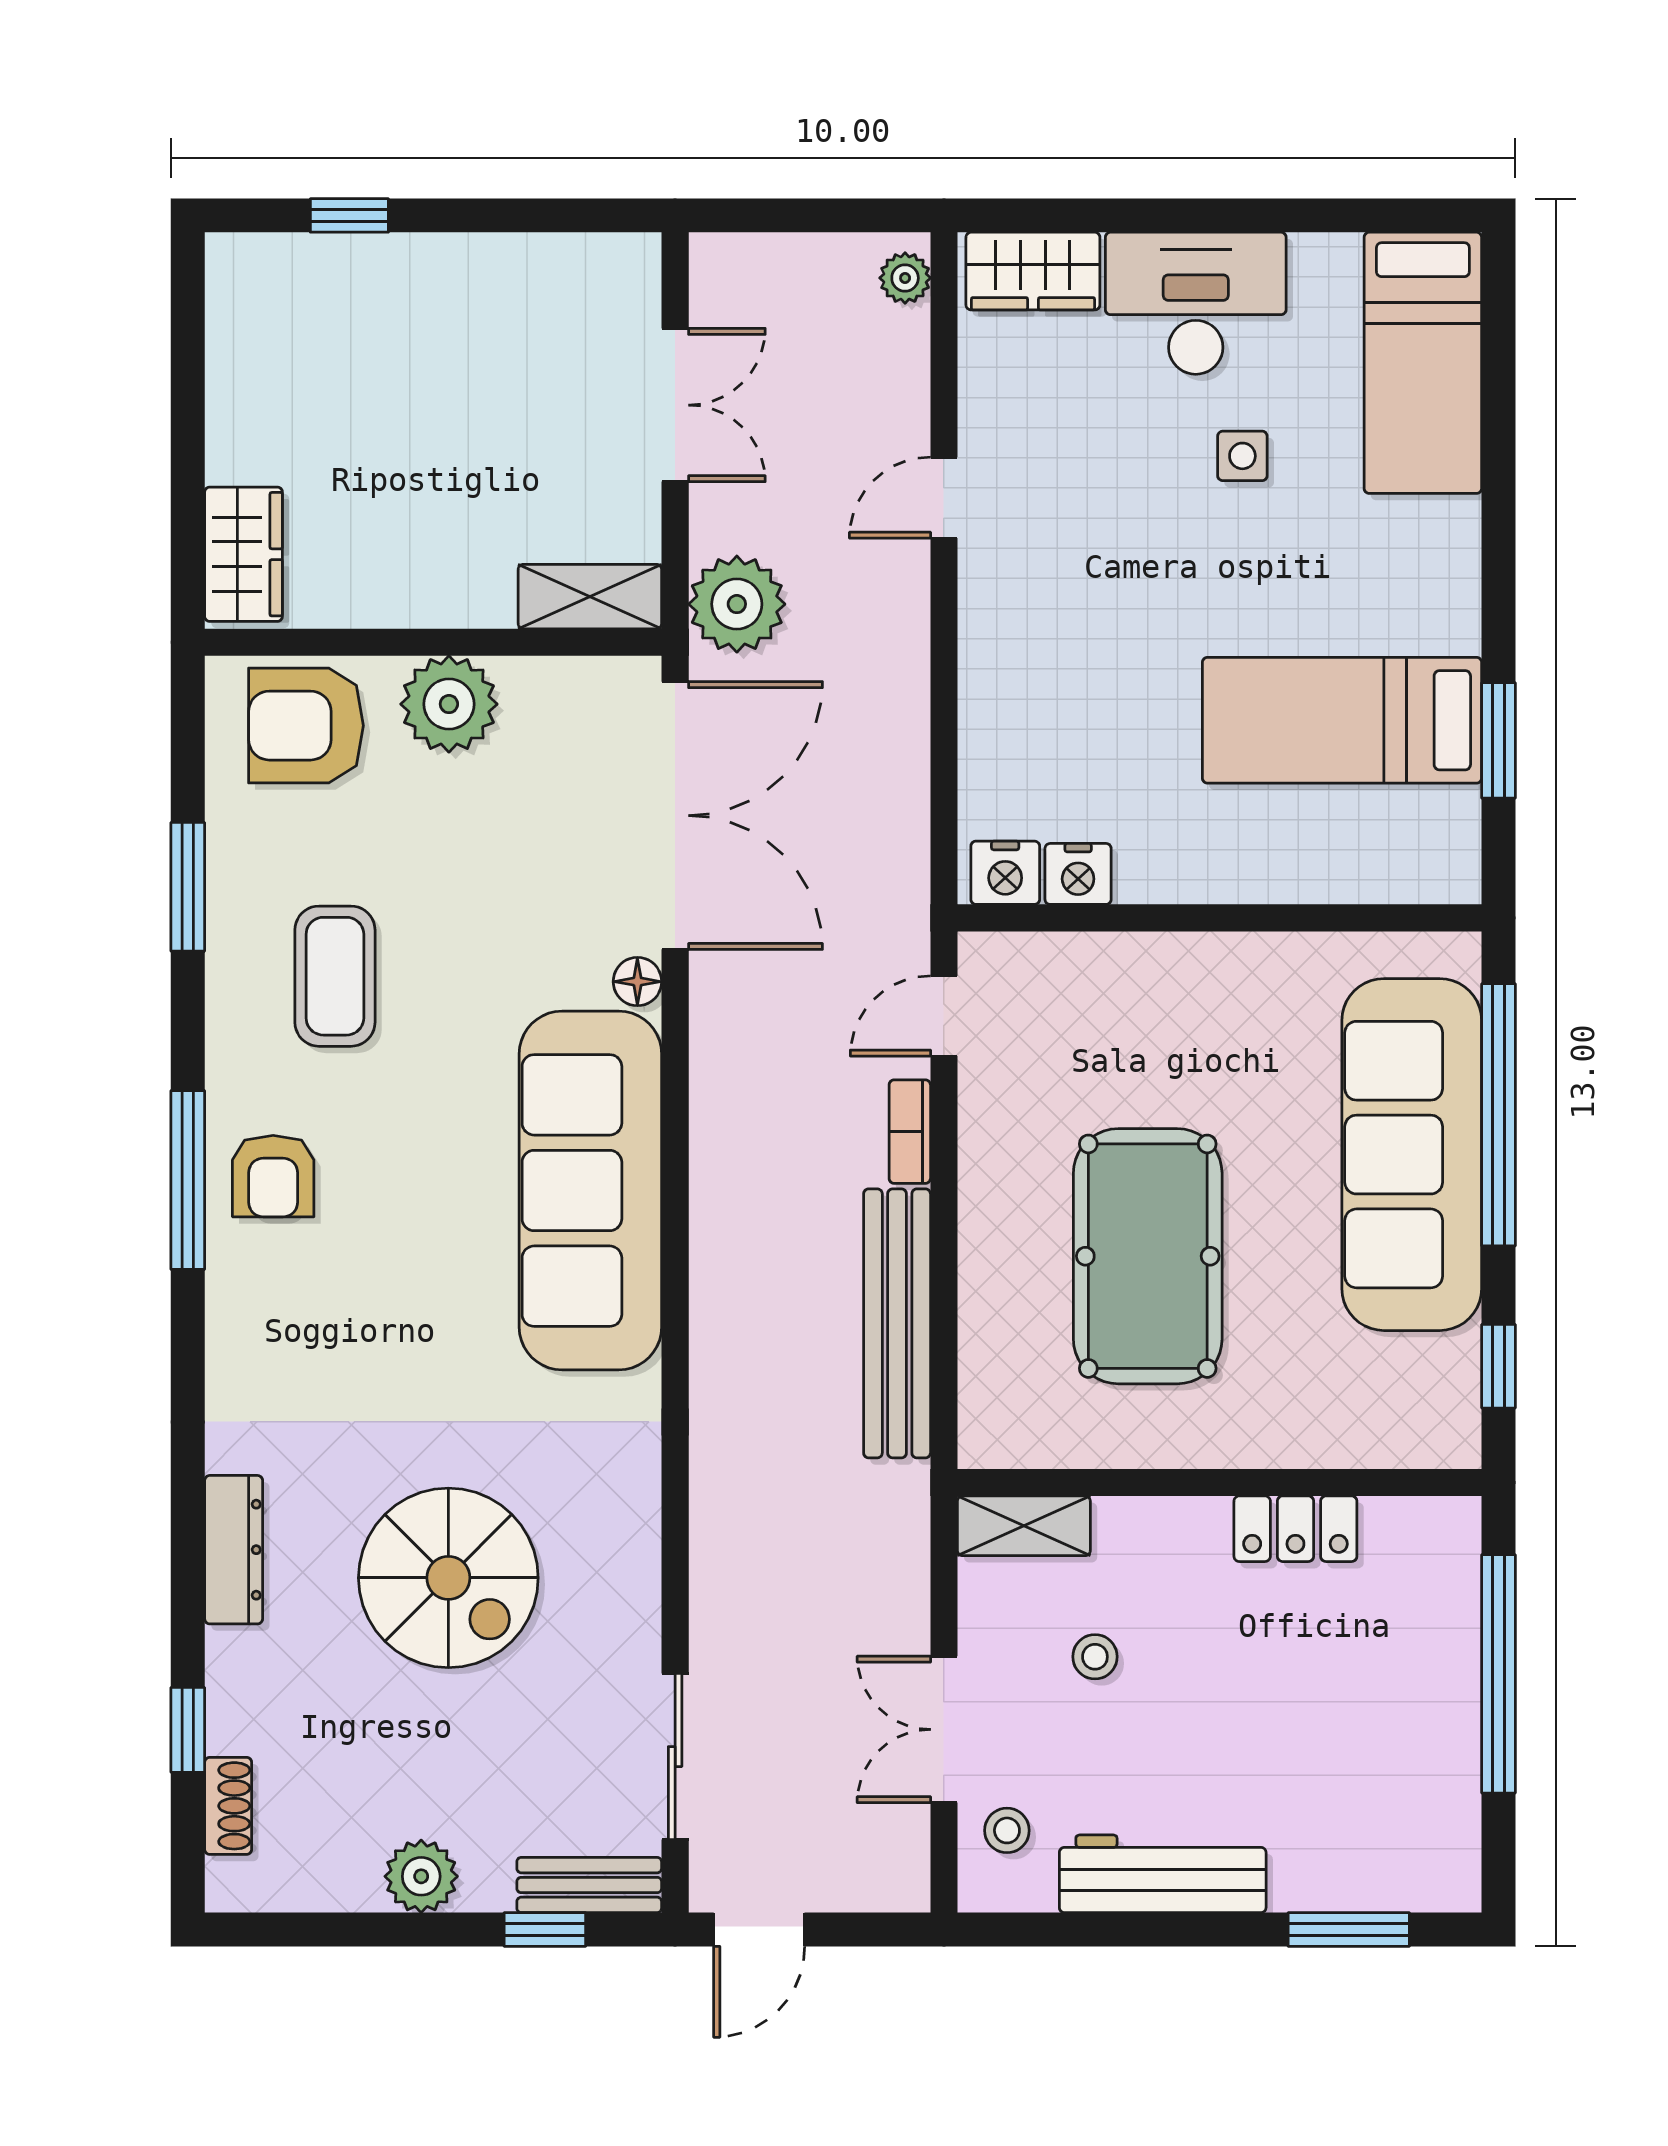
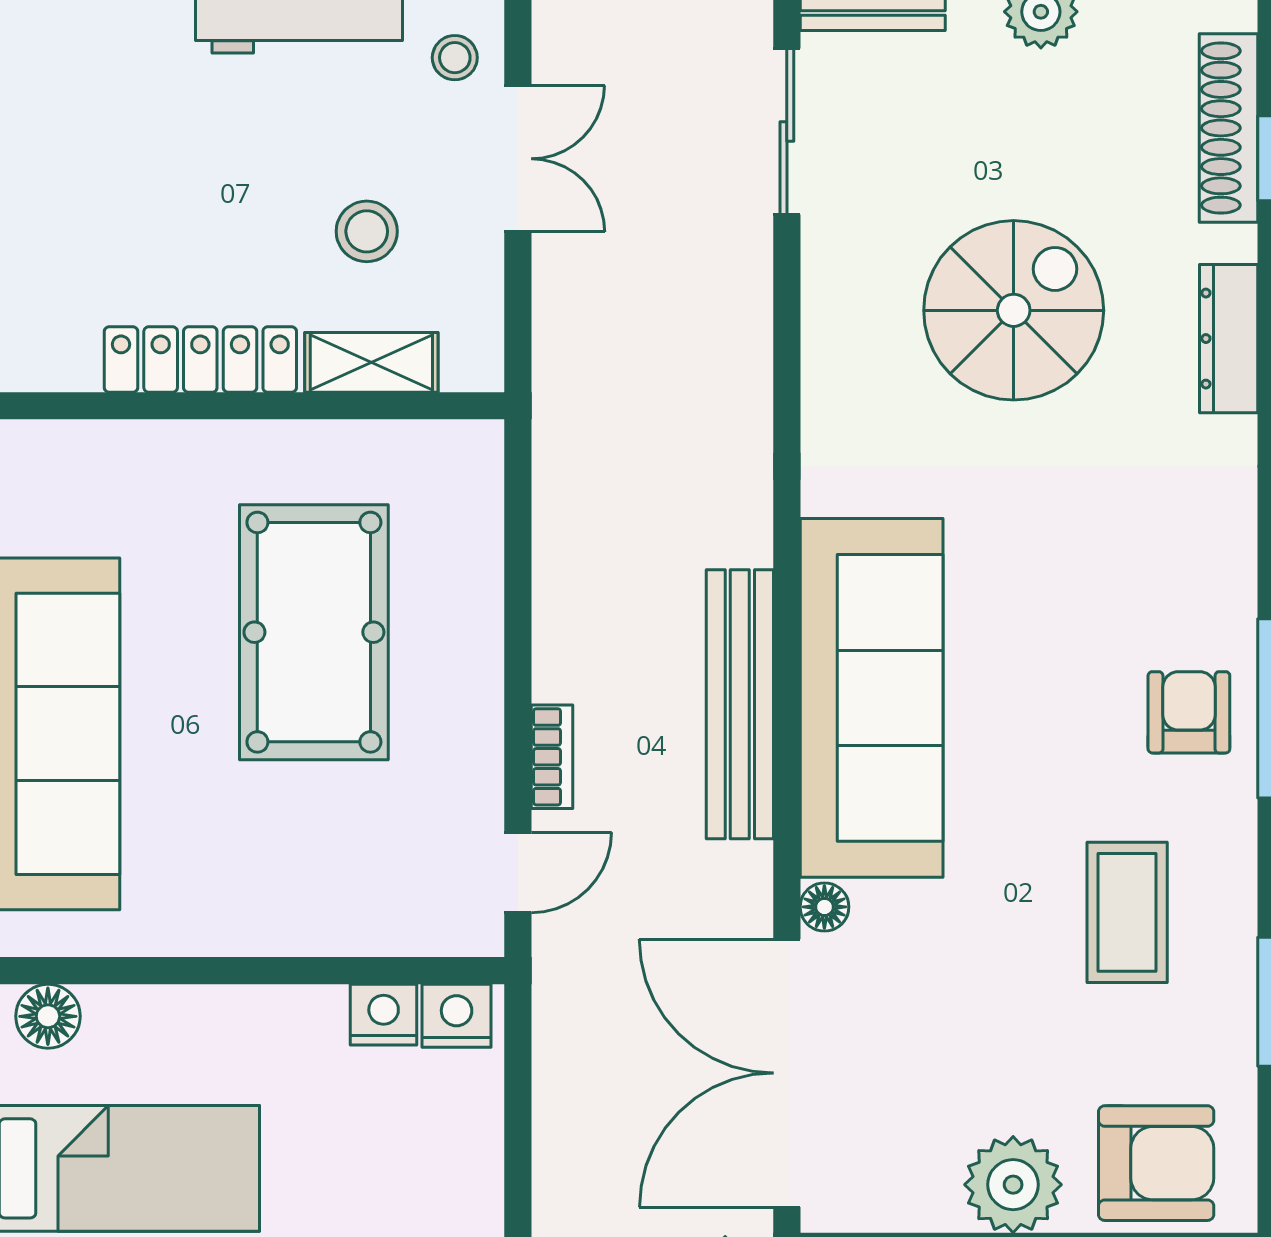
floor lamp: (1414, 872) -> (48, 1016), added
bench: (897, 1323) -> (740, 704), moved
shelving: (1024, 1526) -> (371, 362), moved
locker: (1295, 1529) -> (200, 359), width x1.53
spiral stairs: (448, 1578) -> (1014, 310), turned 90
stool: (1095, 1657) -> (367, 231), width x1.37, depth x1.37
shoe rack: (228, 1806) -> (1228, 128), width x1.94, depth x1.24

